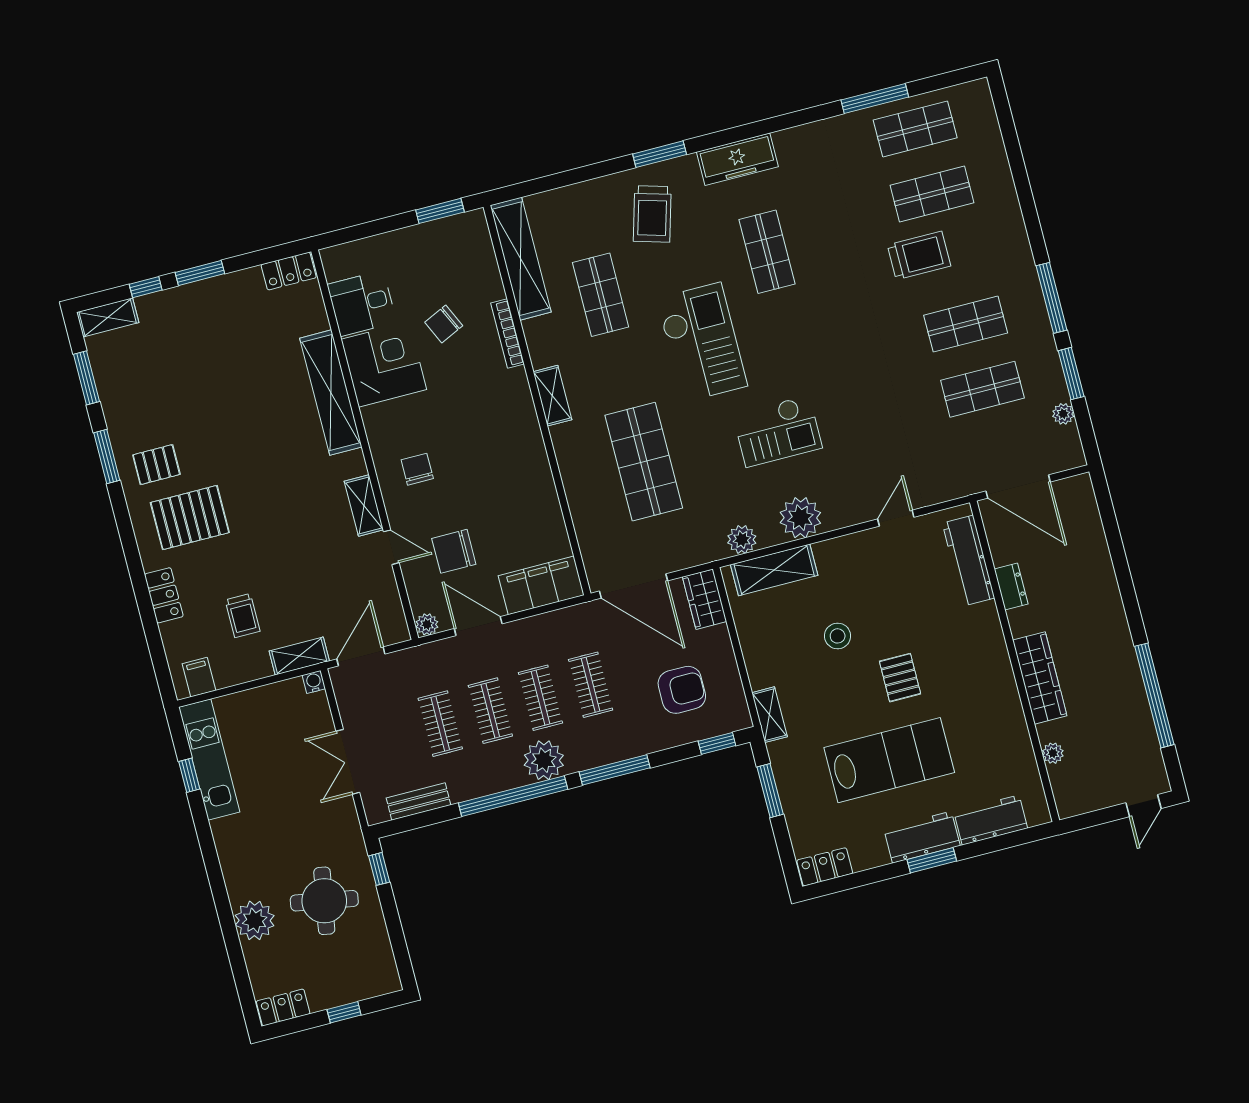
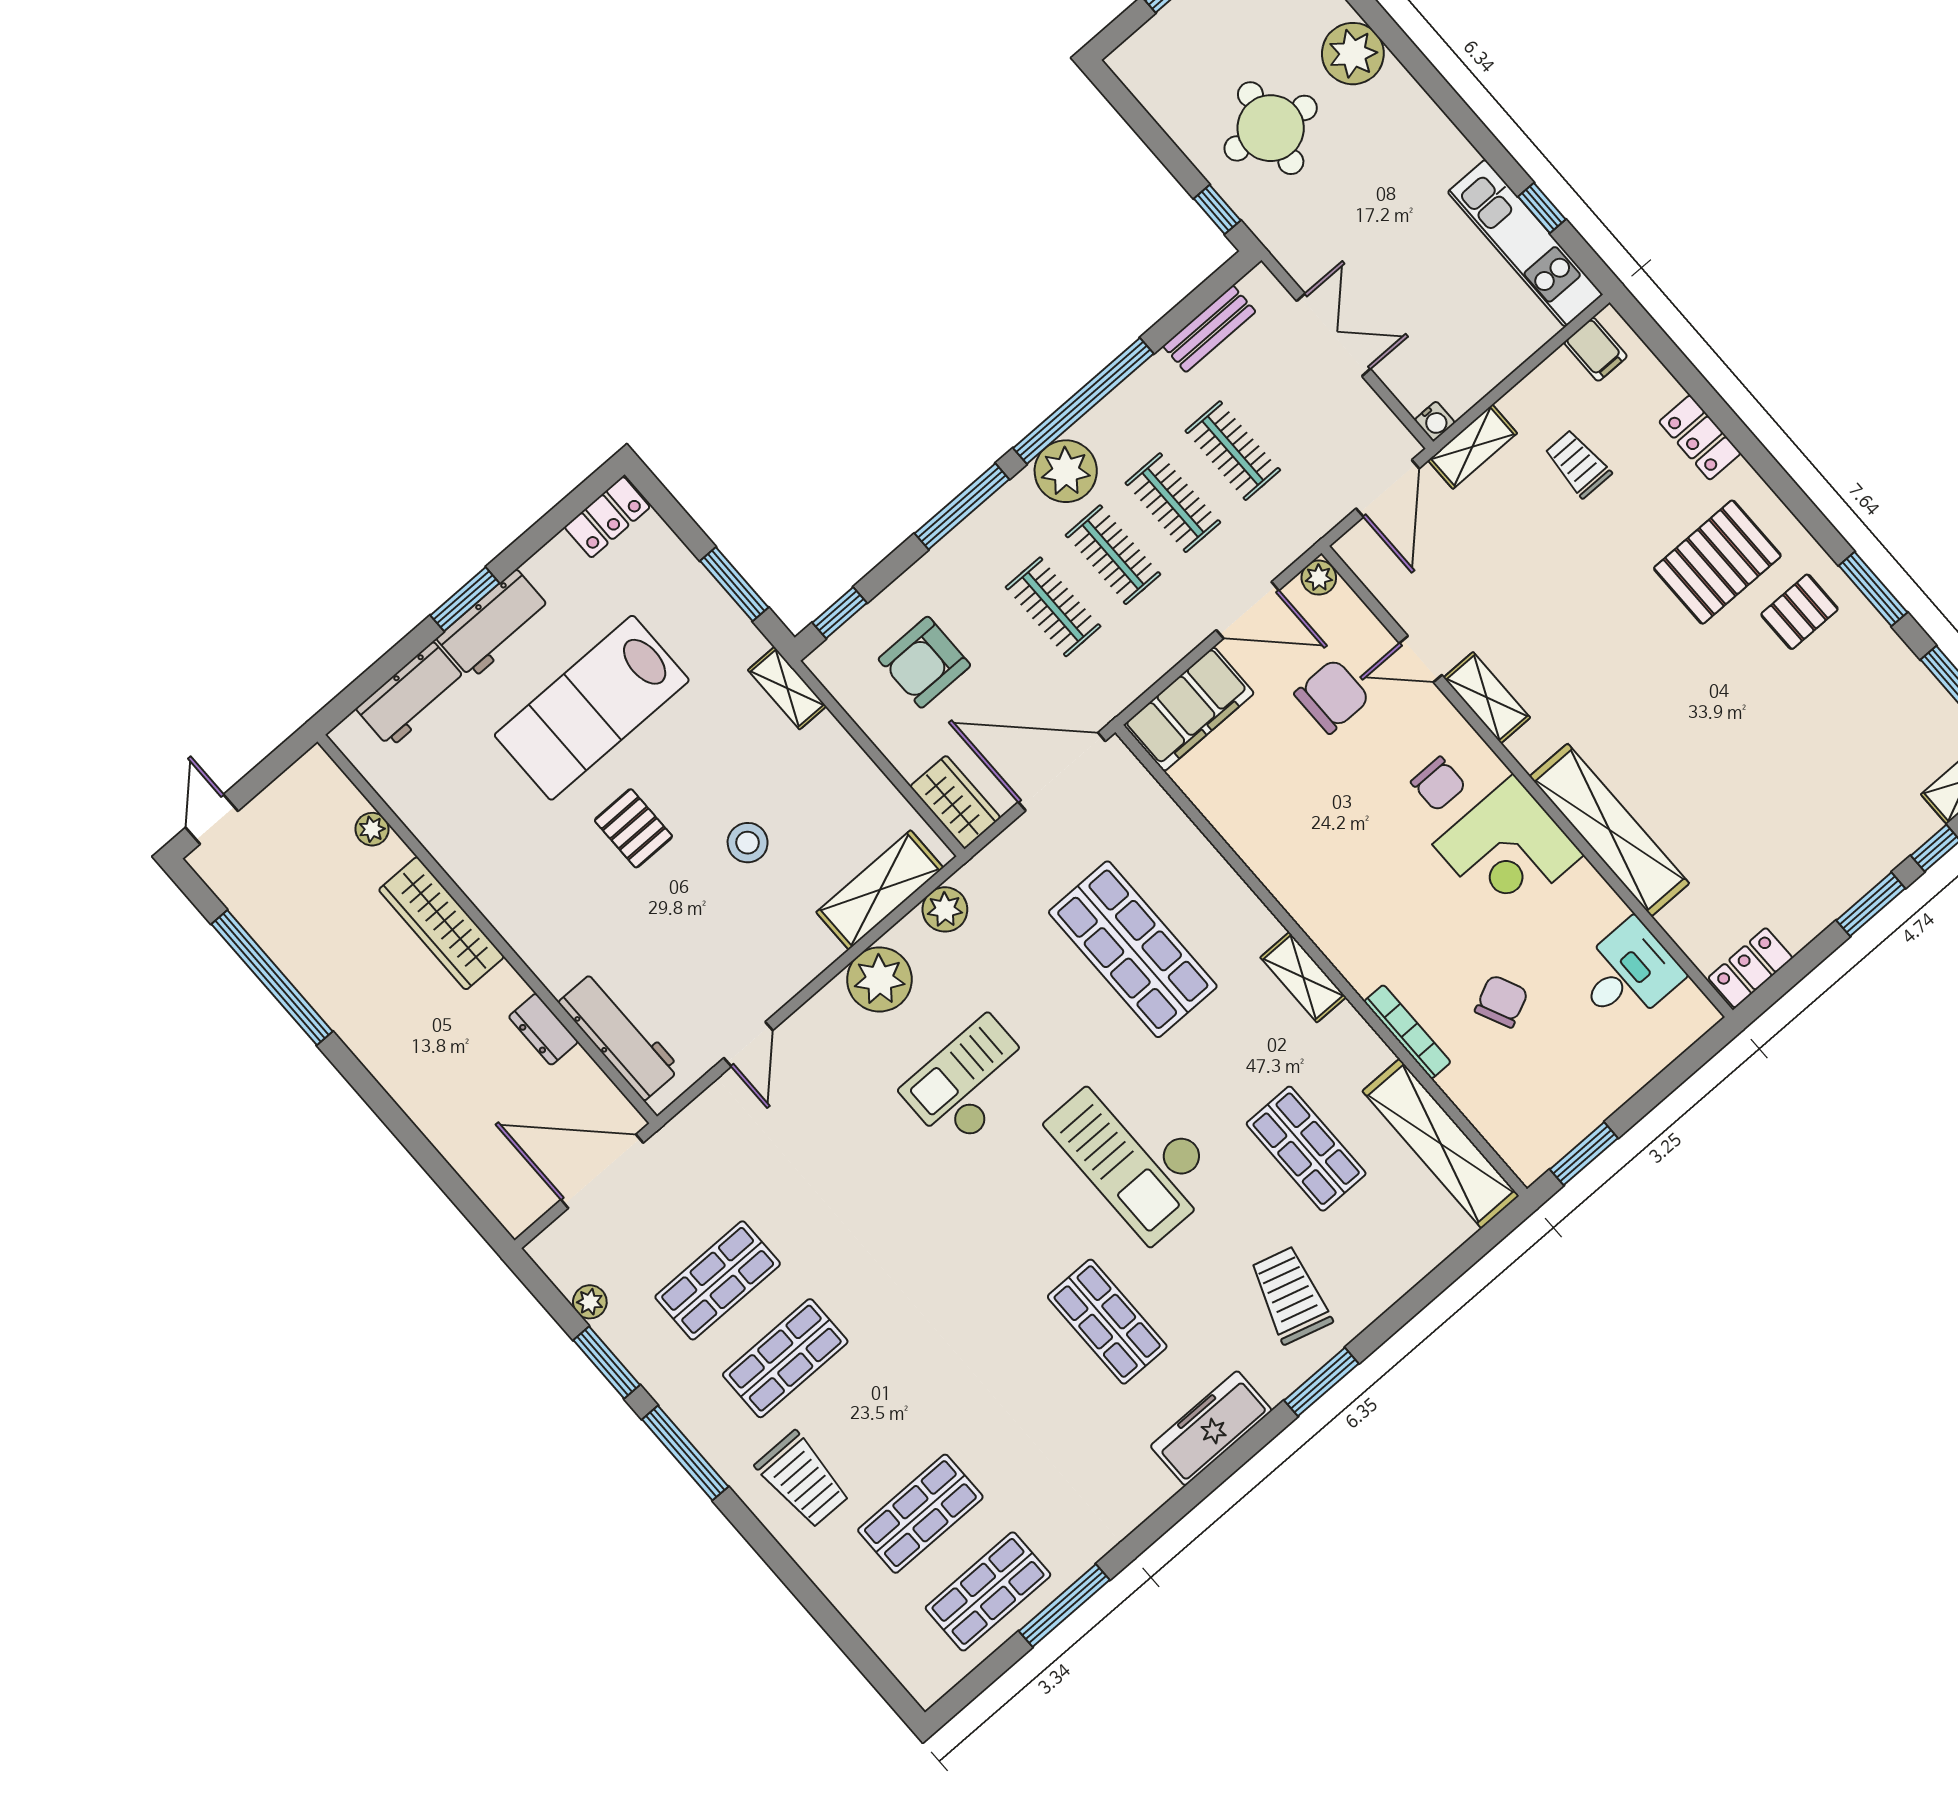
trolley: (919, 255) -> (803, 1480), moved, turned -90
corner desk: (384, 364) -> (1508, 850), moved

